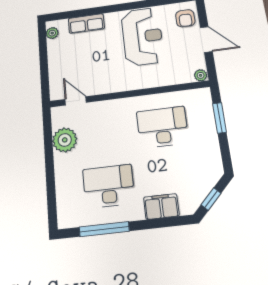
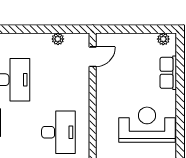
reception desk: (142, 36) -> (147, 125), turned 180
plant: (65, 140) -> (58, 39), width x0.53, depth x0.53

